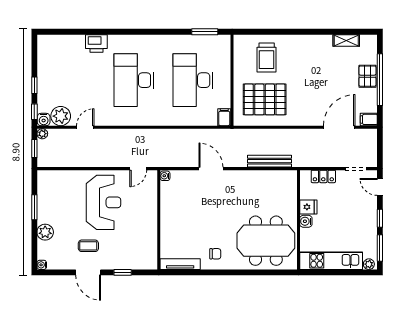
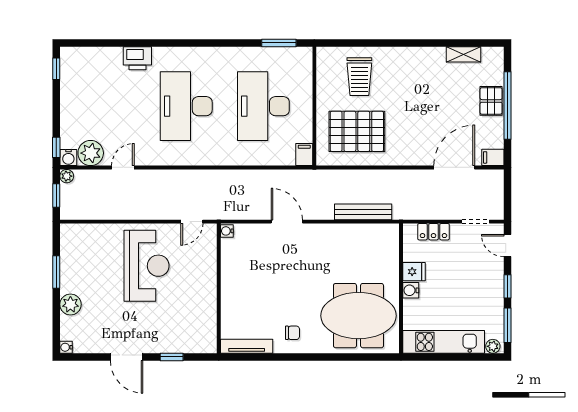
window: (34, 85) -> (56, 69), moved
coffee table: (88, 246) -> (127, 322), removed

